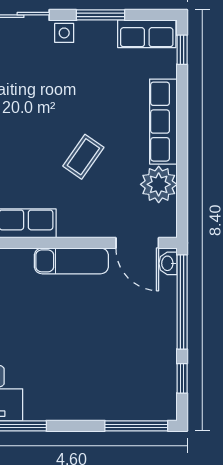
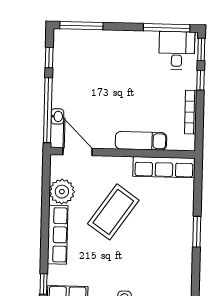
coffee table: (83, 157) -> (113, 212), width x1.86, depth x1.72
exam couch: (71, 261) -> (141, 141), moved
washbasin: (168, 263) -> (57, 116), moved

